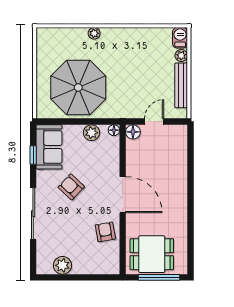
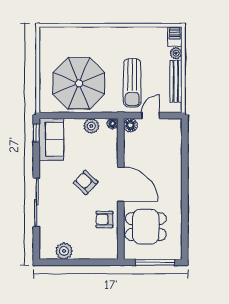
plant: (94, 33) -> (94, 32), removed
sun lounger: (135, 87) -> (132, 83), added
window: (33, 155) -> (36, 133), moved
armchair: (71, 187) -> (86, 182), moved
armchair: (105, 232) -> (104, 219), turned -80
dining table: (152, 254) -> (146, 227), moved

